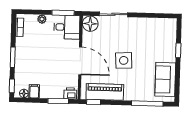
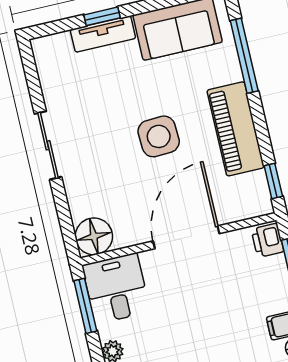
sliding door: (113, 14) -> (48, 145), moved
tv unit: (171, 49) -> (103, 34), added
piano: (105, 92) -> (236, 129), moved

